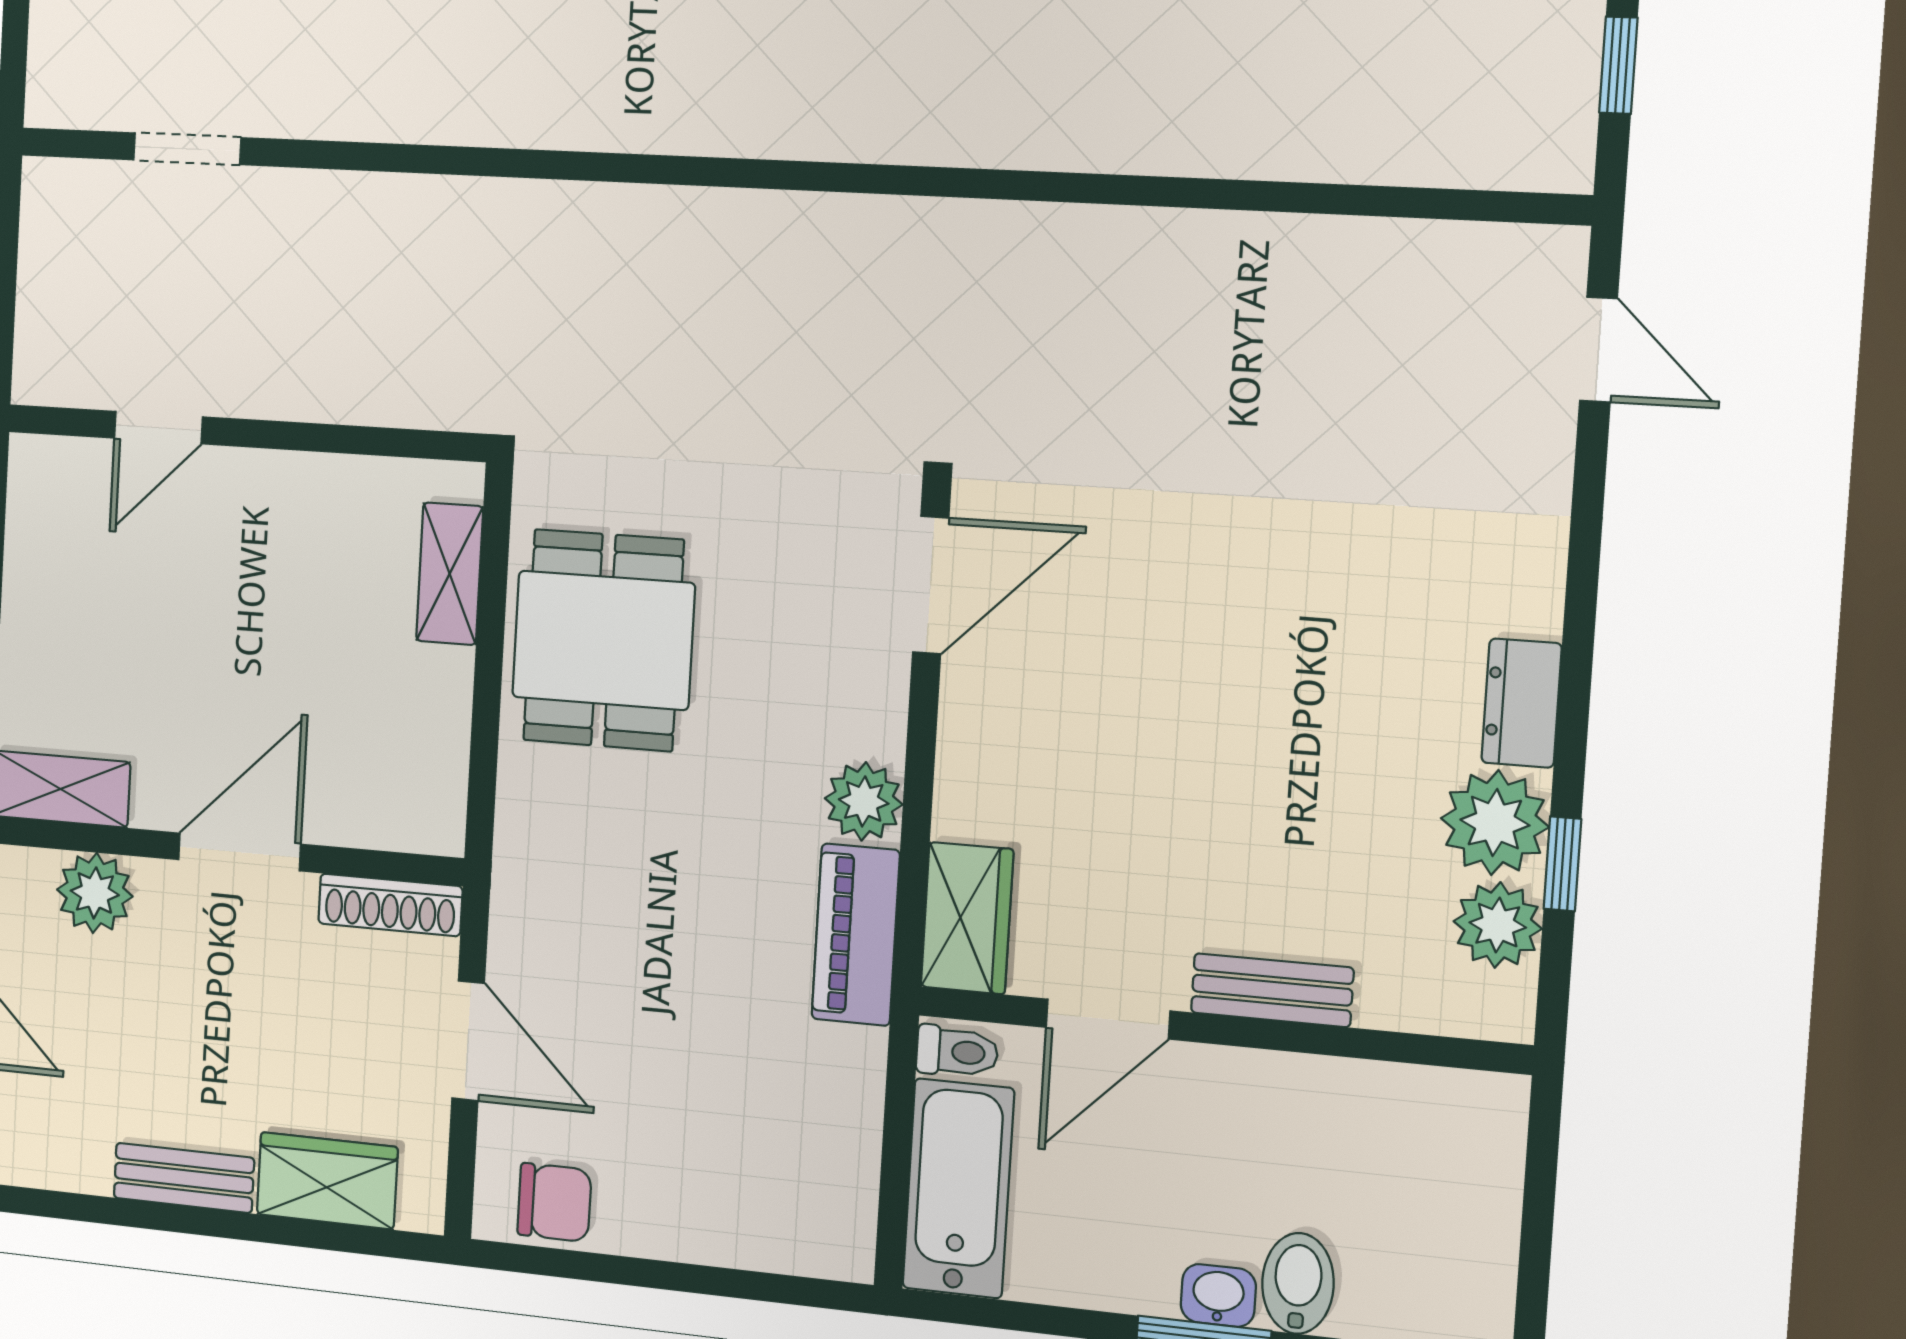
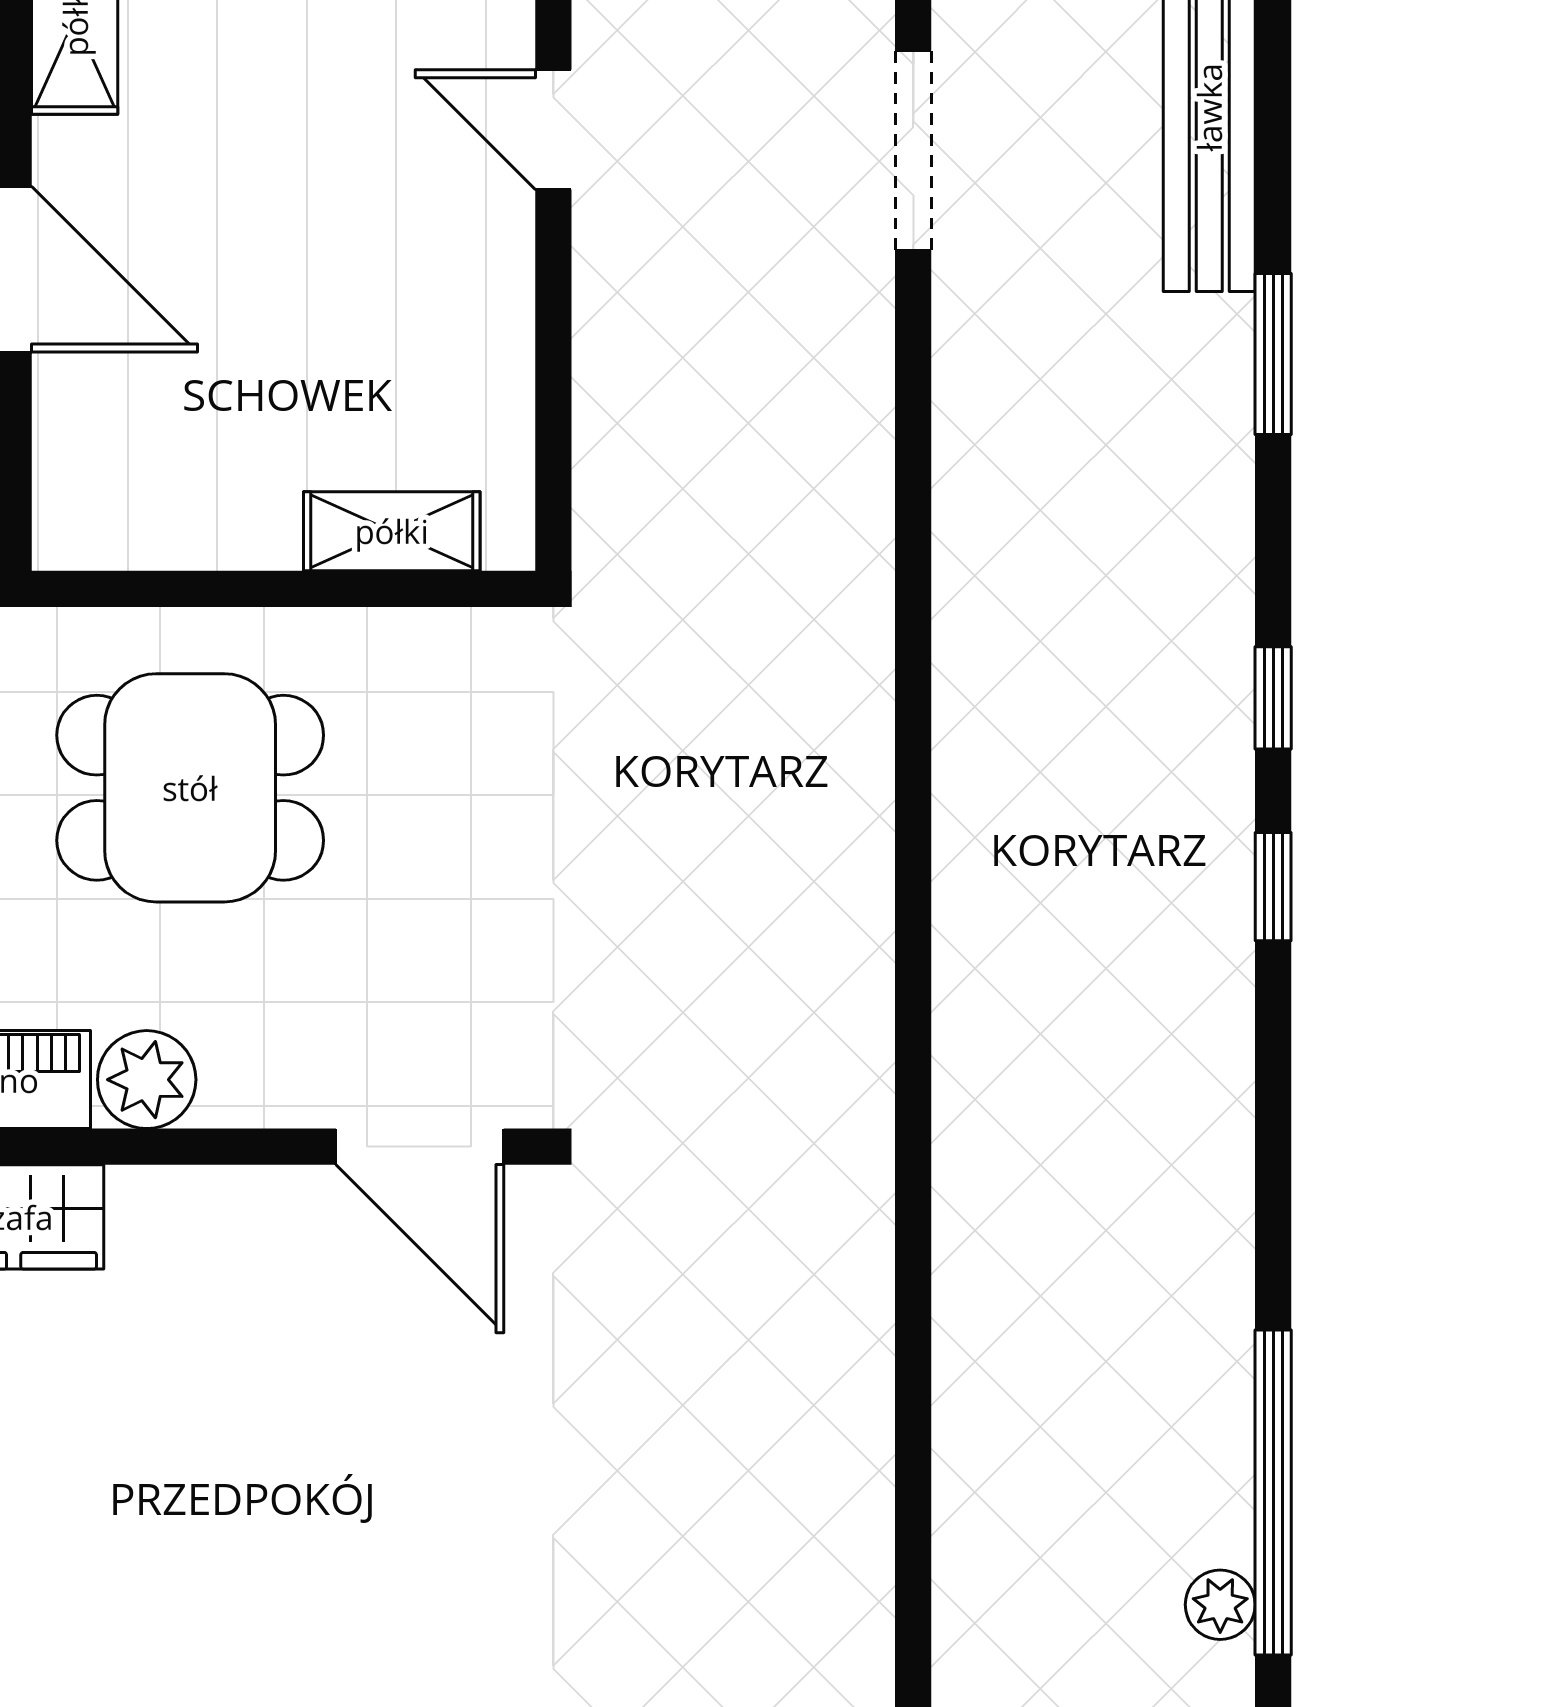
doorway: (187, 149) -> (913, 150), width x1.38
dining table: (603, 640) -> (190, 788), moved

